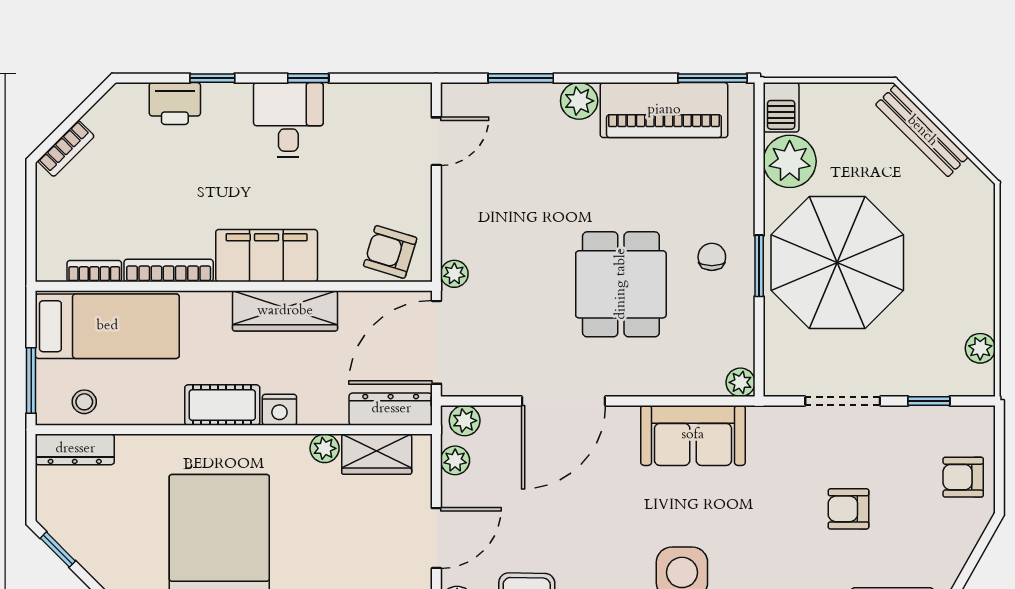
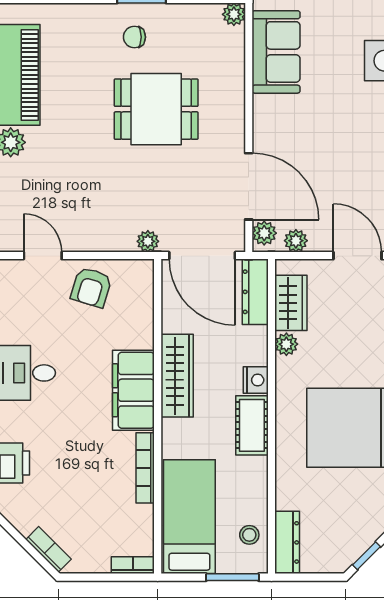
armchair: (390, 252) -> (91, 287), moved
bookcase: (94, 271) -> (133, 565), moved, turned 90
door: (563, 401) -> (249, 186), moved

